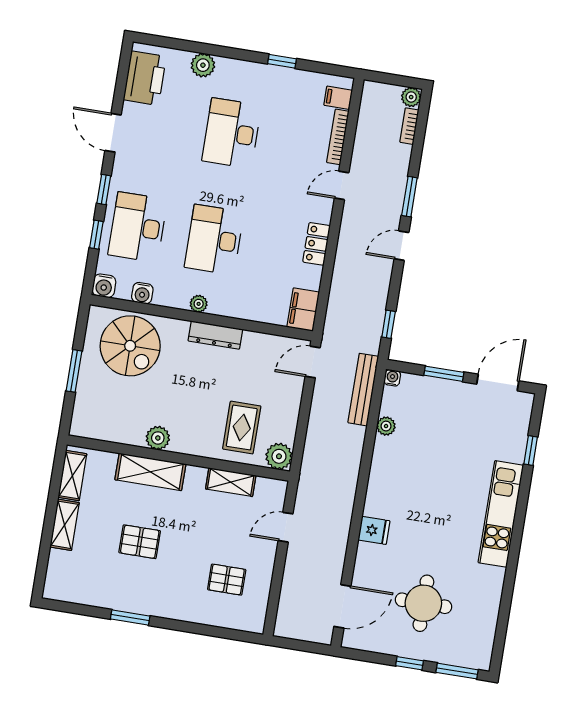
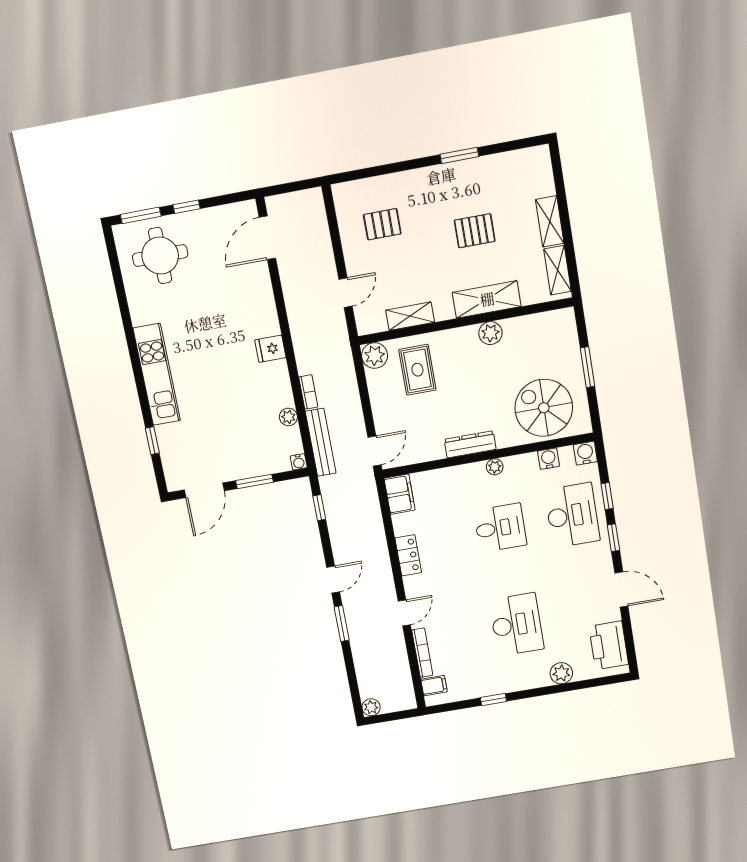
bookcase: (409, 126) -> (308, 392), moved
desk: (214, 240) -> (500, 528), width x0.73
fridge: (374, 530) -> (270, 349), moved
round table: (423, 603) -> (160, 256), moved

